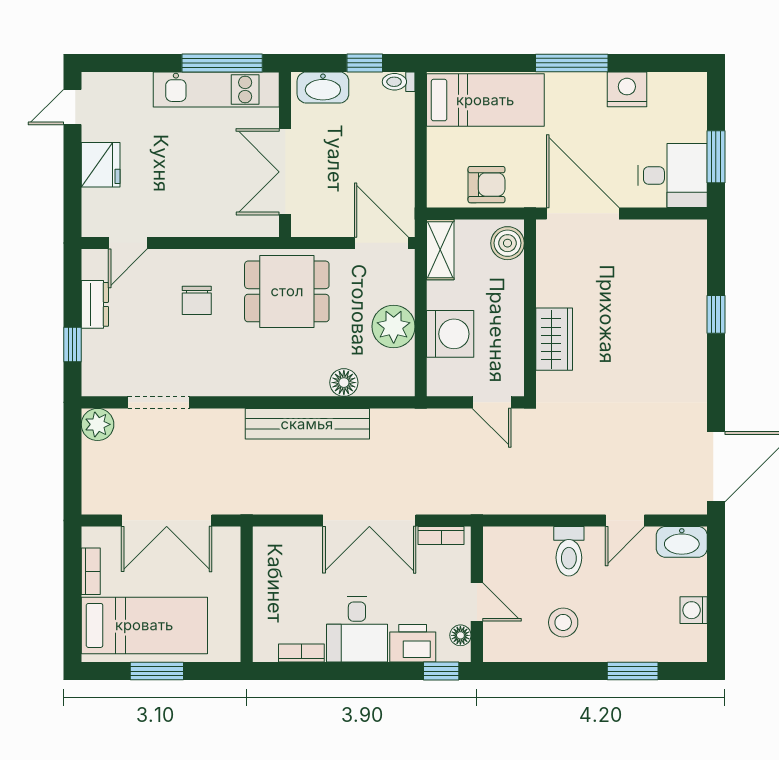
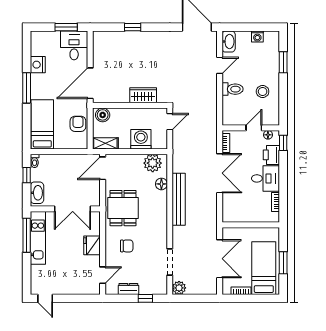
fridge: (101, 165) -> (92, 245), moved, turned -90
door: (128, 243) -> (103, 275), hinge flipped
plant: (394, 326) -> (153, 163), moved
door: (625, 520) -> (220, 65), hinge flipped

